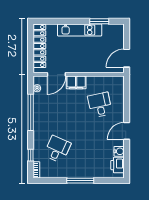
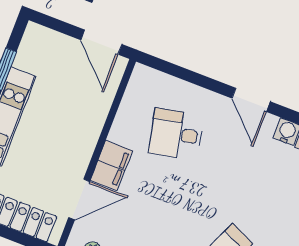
door: (56, 74) -> (79, 200), hinge flipped

